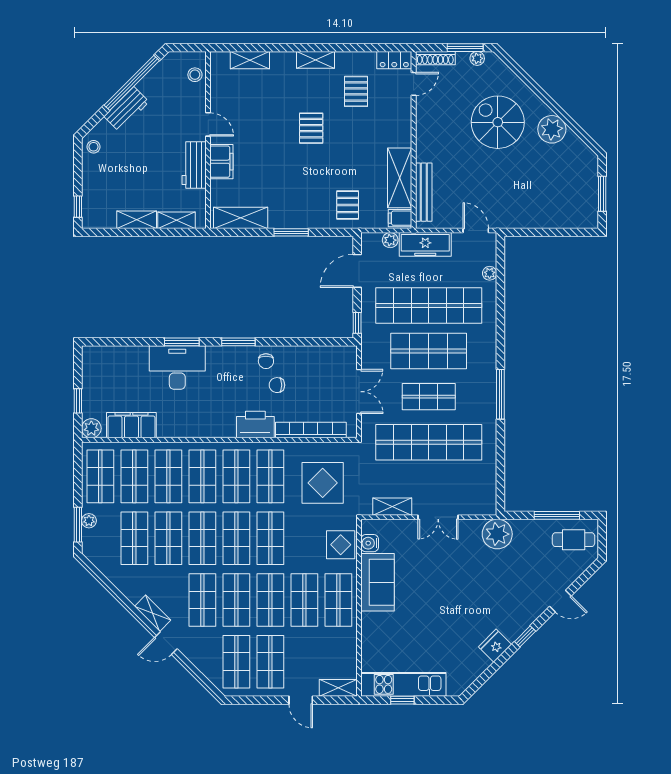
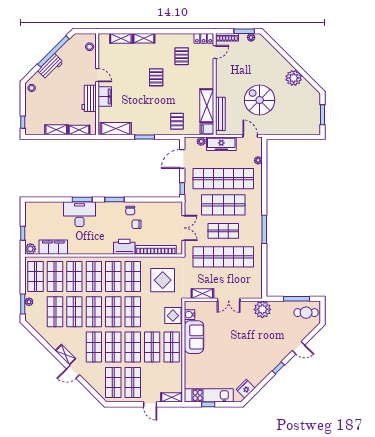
shelving: (315, 60) -> (144, 38), moved
spiral stairs: (498, 122) -> (260, 100), moved
fridge: (495, 646) -> (246, 389), moved

